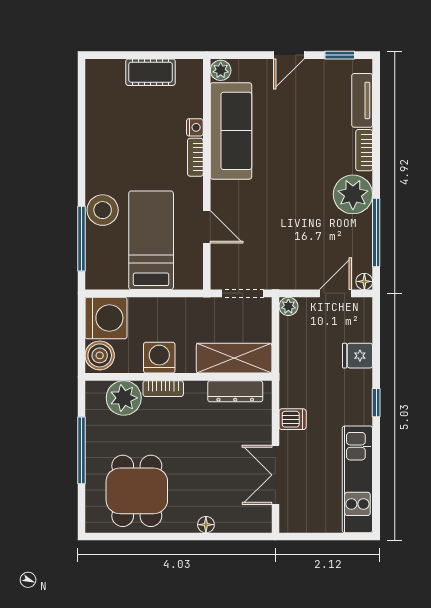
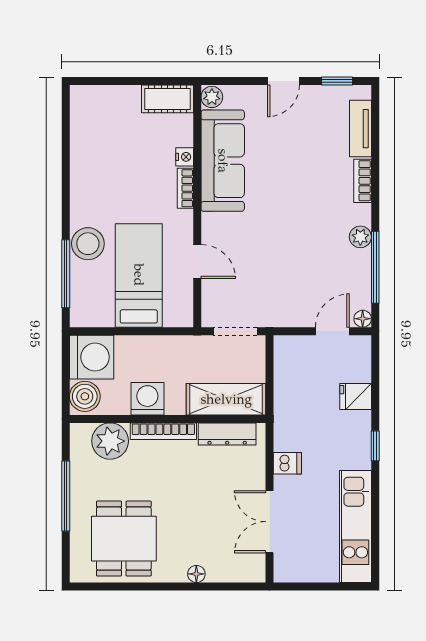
cot: (151, 72) -> (168, 99), moved
plant: (353, 194) -> (360, 237), width x0.53, depth x0.53
plant: (288, 306) -> (283, 345), removed
bookcase: (163, 389) -> (163, 431), width x1.56

